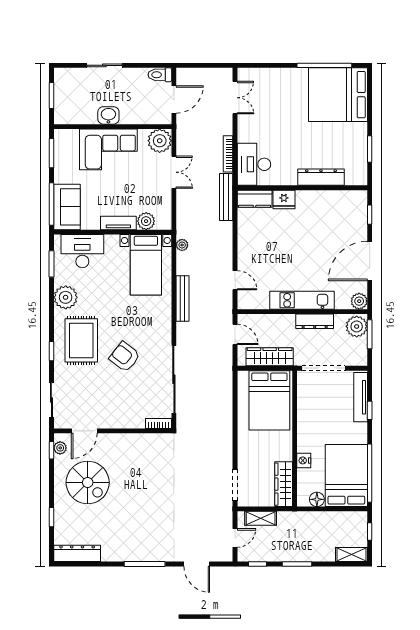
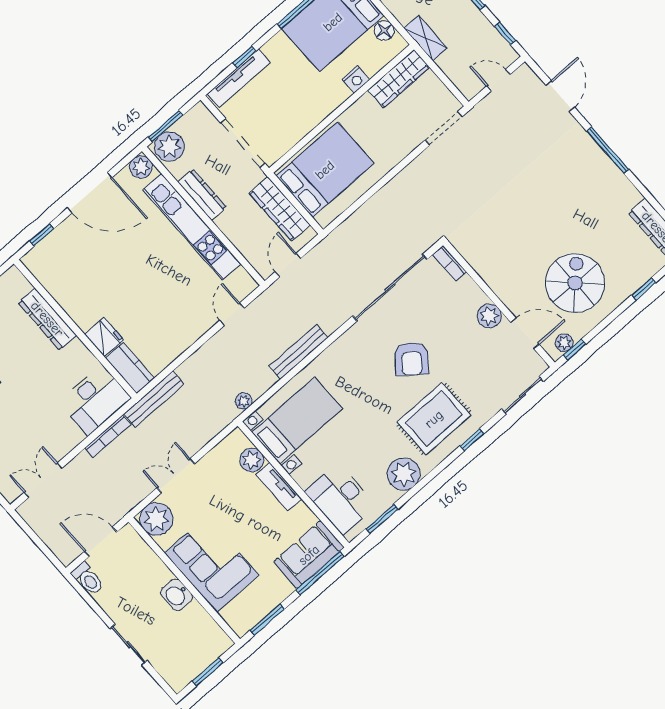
kitchen unit: (302, 300) -> (192, 227), width x1.36
plant: (111, 420) -> (489, 316), added
shelving: (261, 518) -> (426, 38), moved

